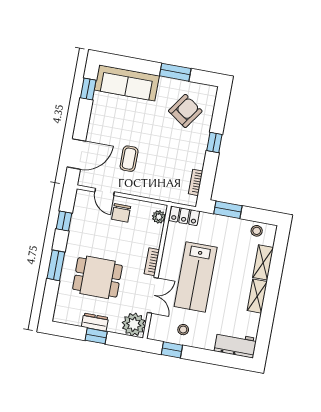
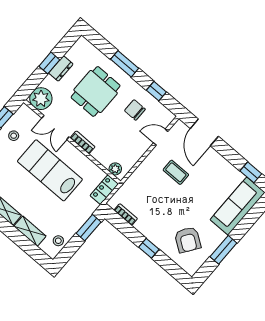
chair: (121, 213) -> (135, 110), moved

